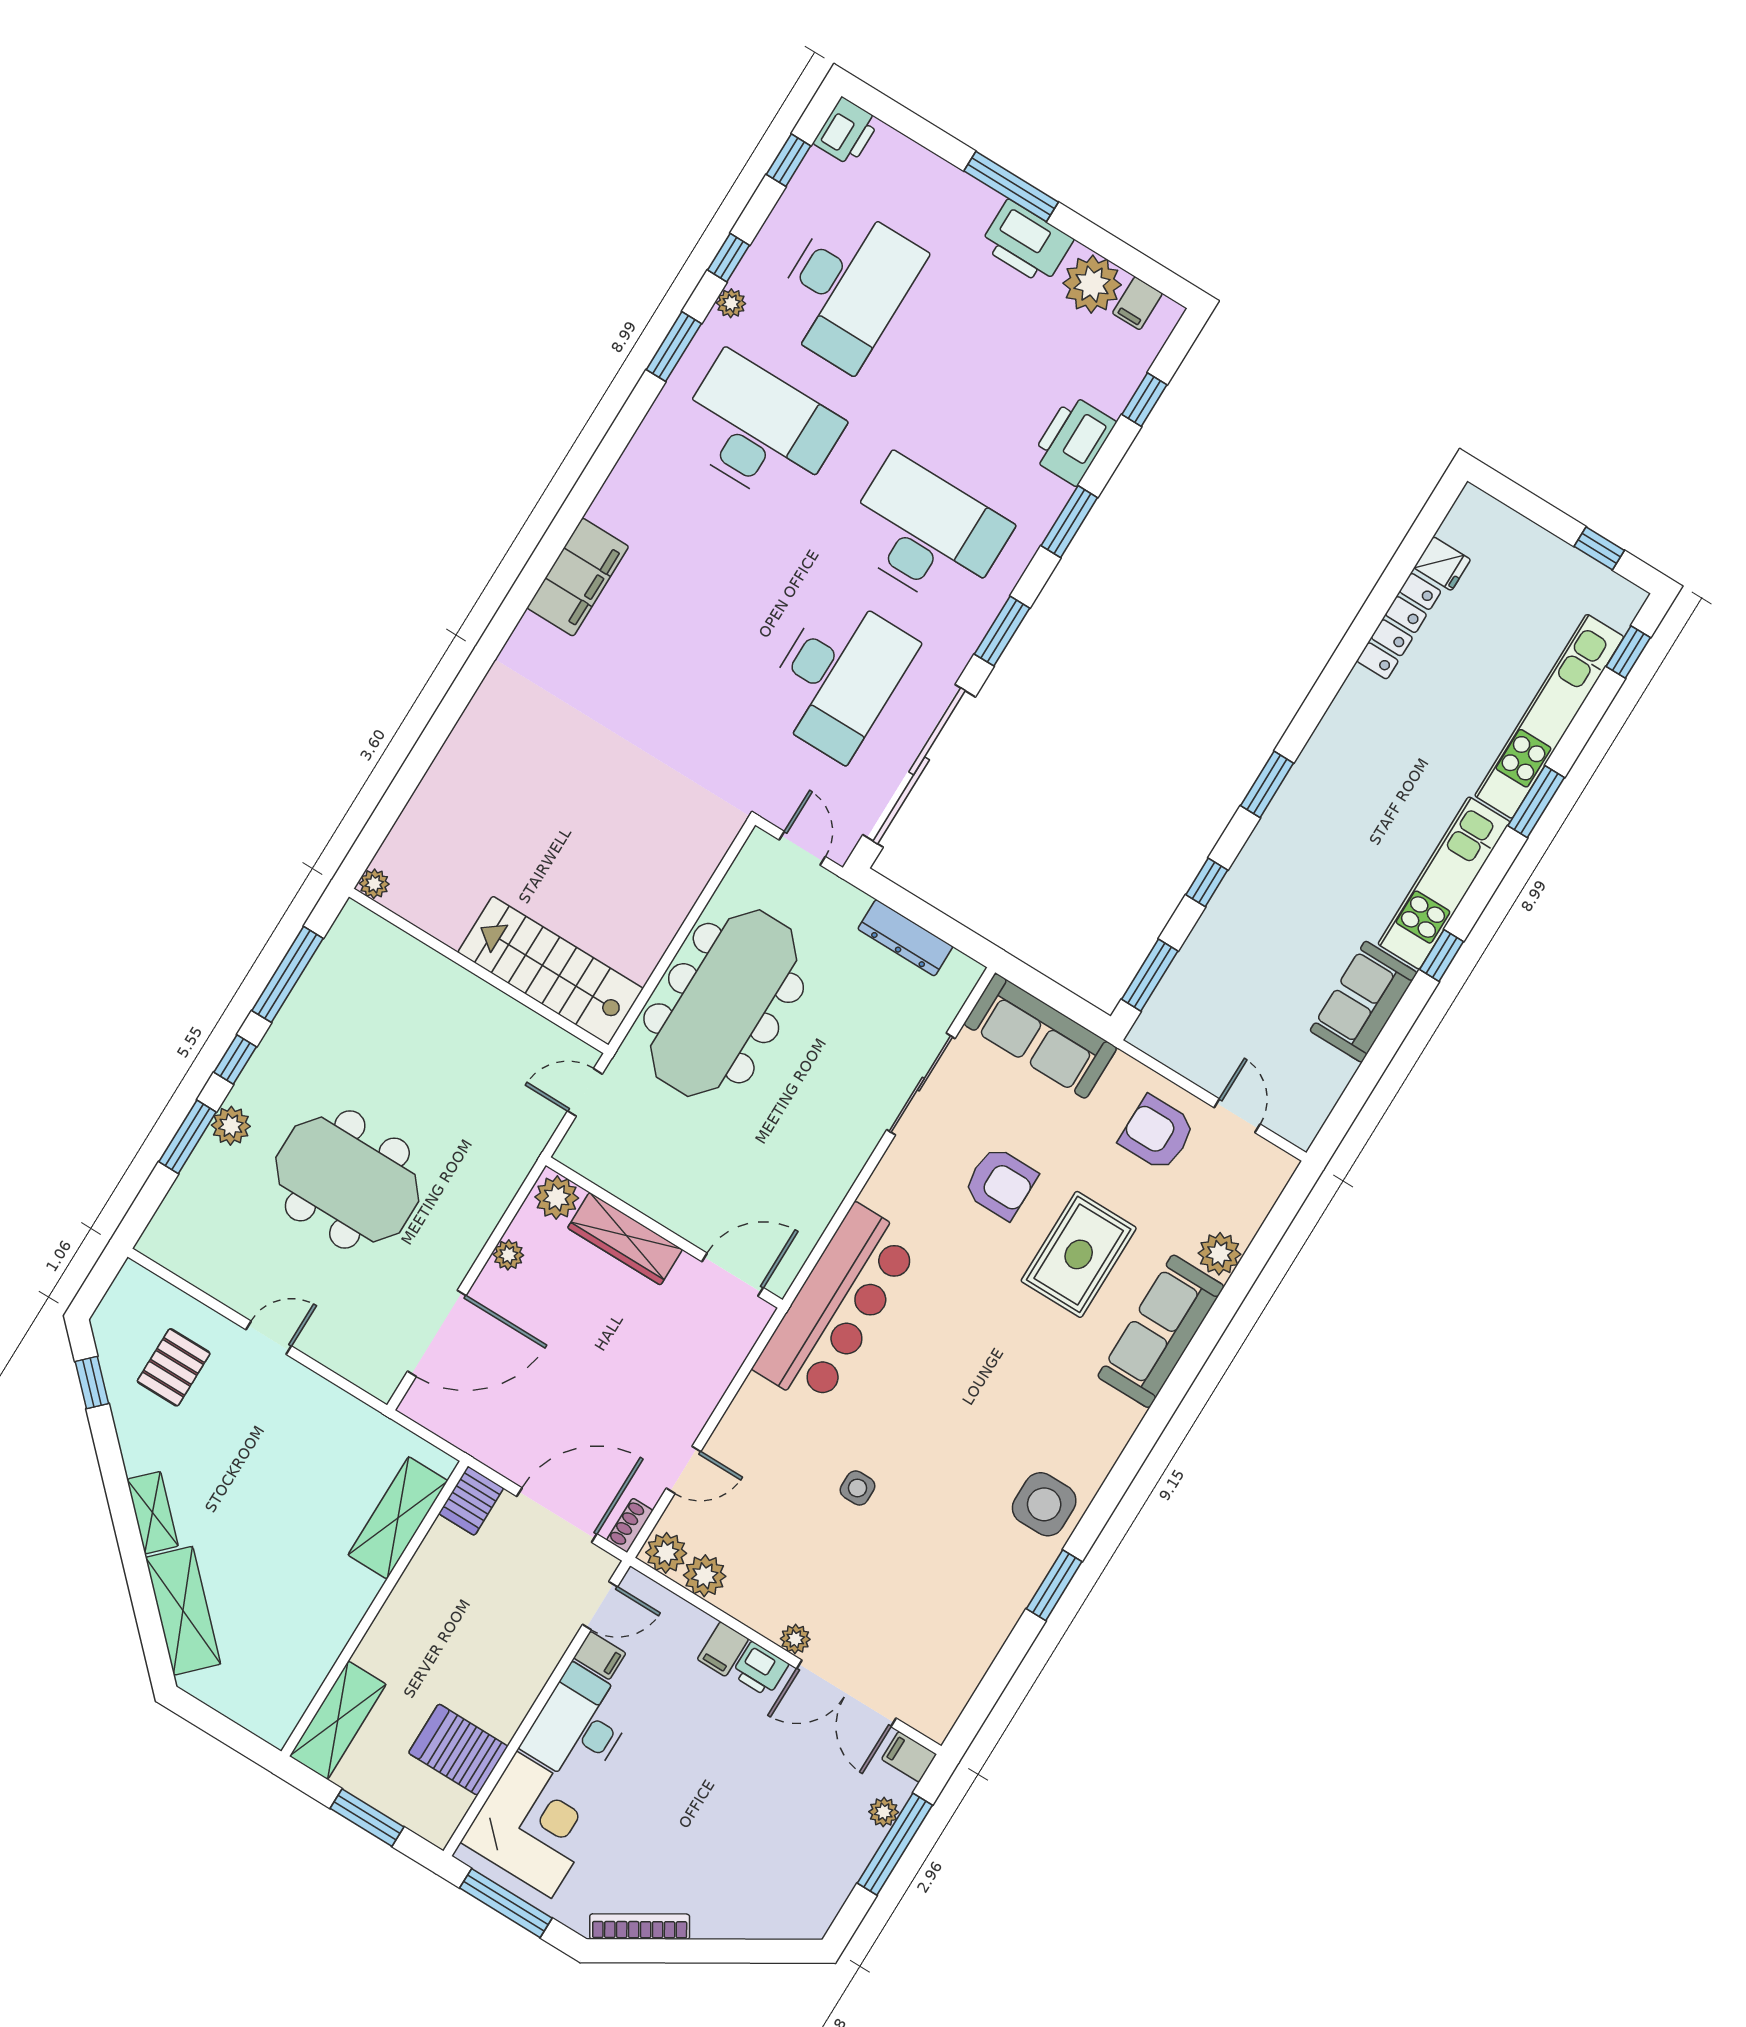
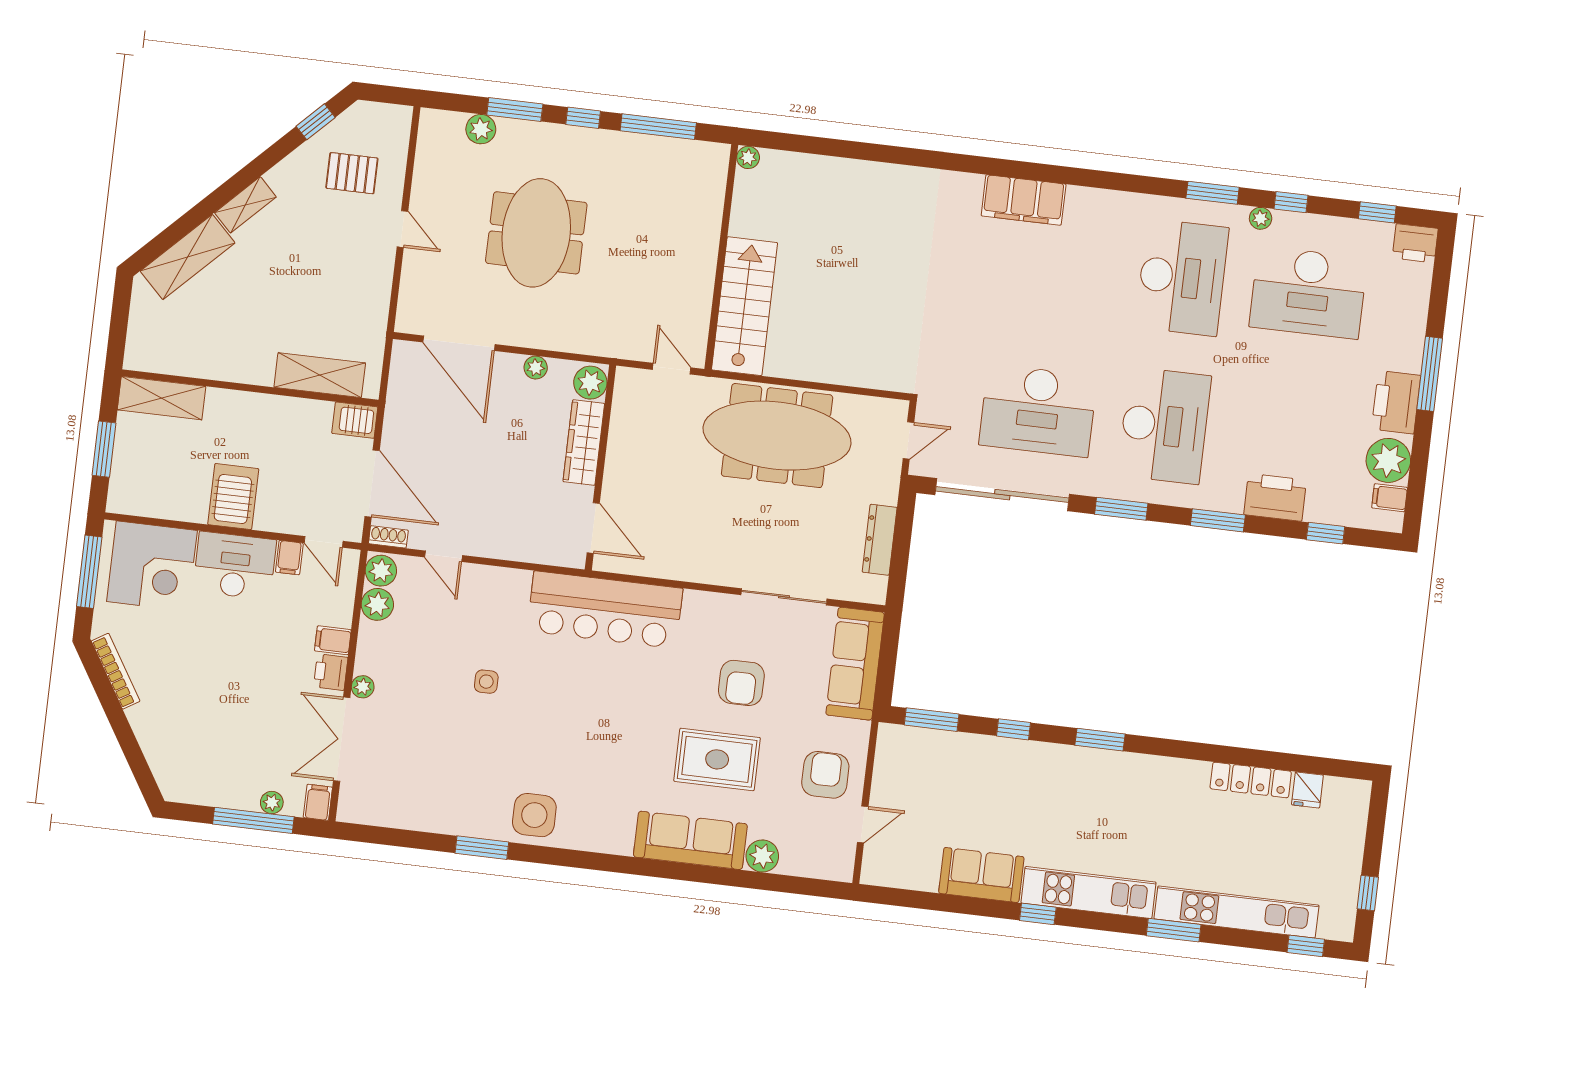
plant: (231, 1126) -> (481, 129), moved
server rack: (458, 1750) -> (233, 497), moved

